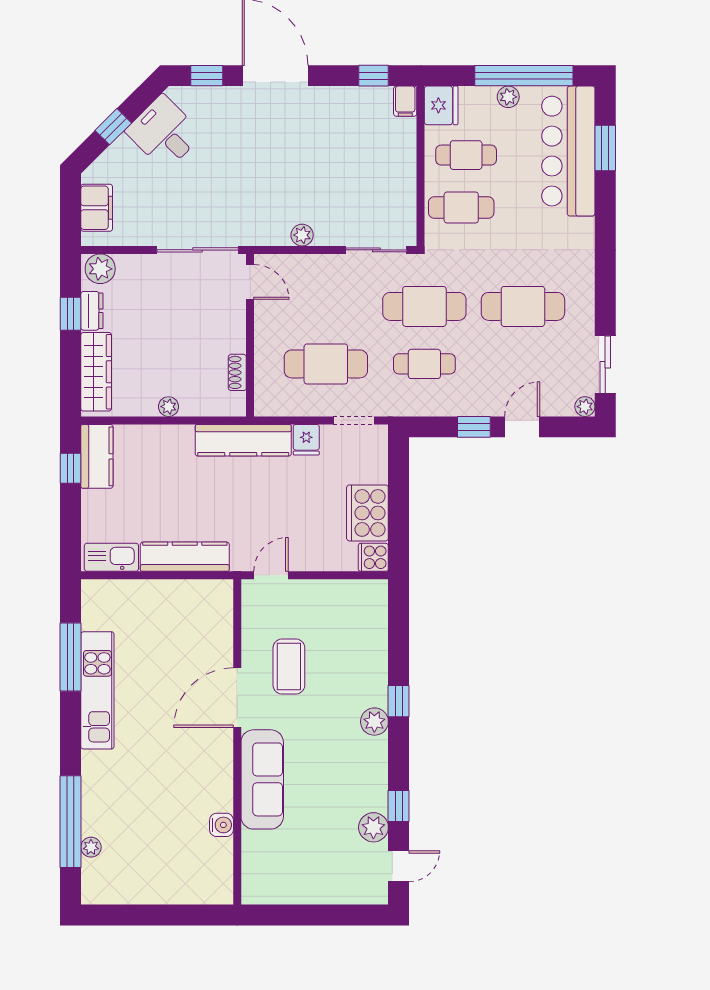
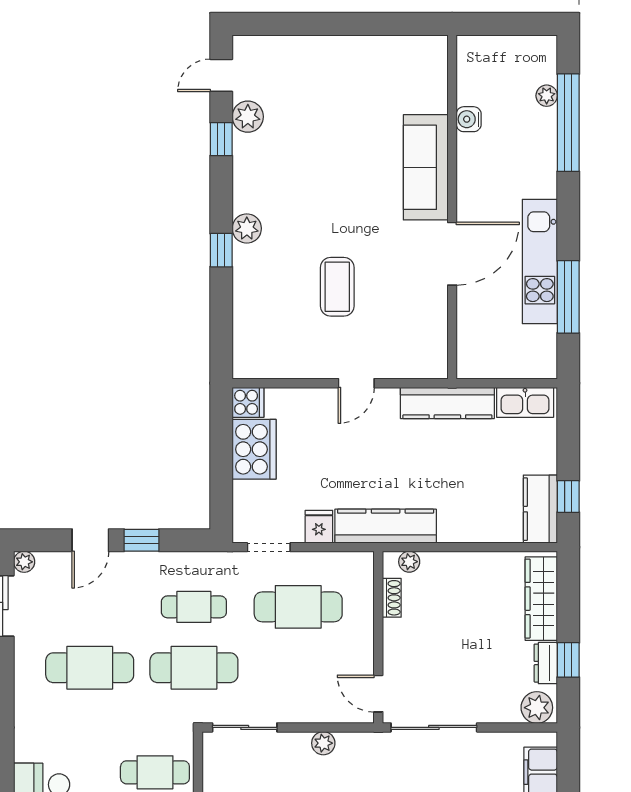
plant: (168, 407) -> (409, 562), moved
door: (237, 698) -> (452, 254), moved
wall: (237, 742) -> (452, 207), moved
sofa: (262, 779) -> (426, 167), moved
water cooler: (221, 825) -> (469, 119), moved

